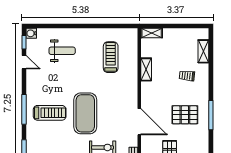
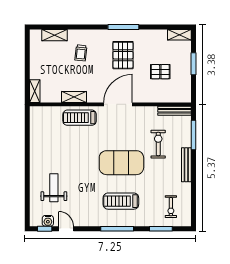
water cooler: (31, 33) -> (48, 221), moved
treadmill: (111, 57) -> (80, 118), moved
door: (24, 62) -> (66, 229), hinge flipped
treadmill: (50, 113) -> (121, 201), turned -90
door: (139, 122) -> (118, 104), moved

